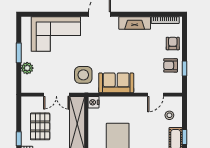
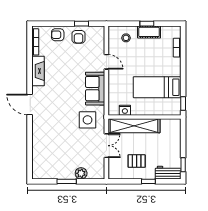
corner sofa: (56, 34) -> (49, 146), removed
door: (155, 95) -> (106, 62), moved
nightstand: (93, 102) -> (125, 110), moved
pallet: (40, 126) -> (137, 161), width x0.67, depth x0.71

